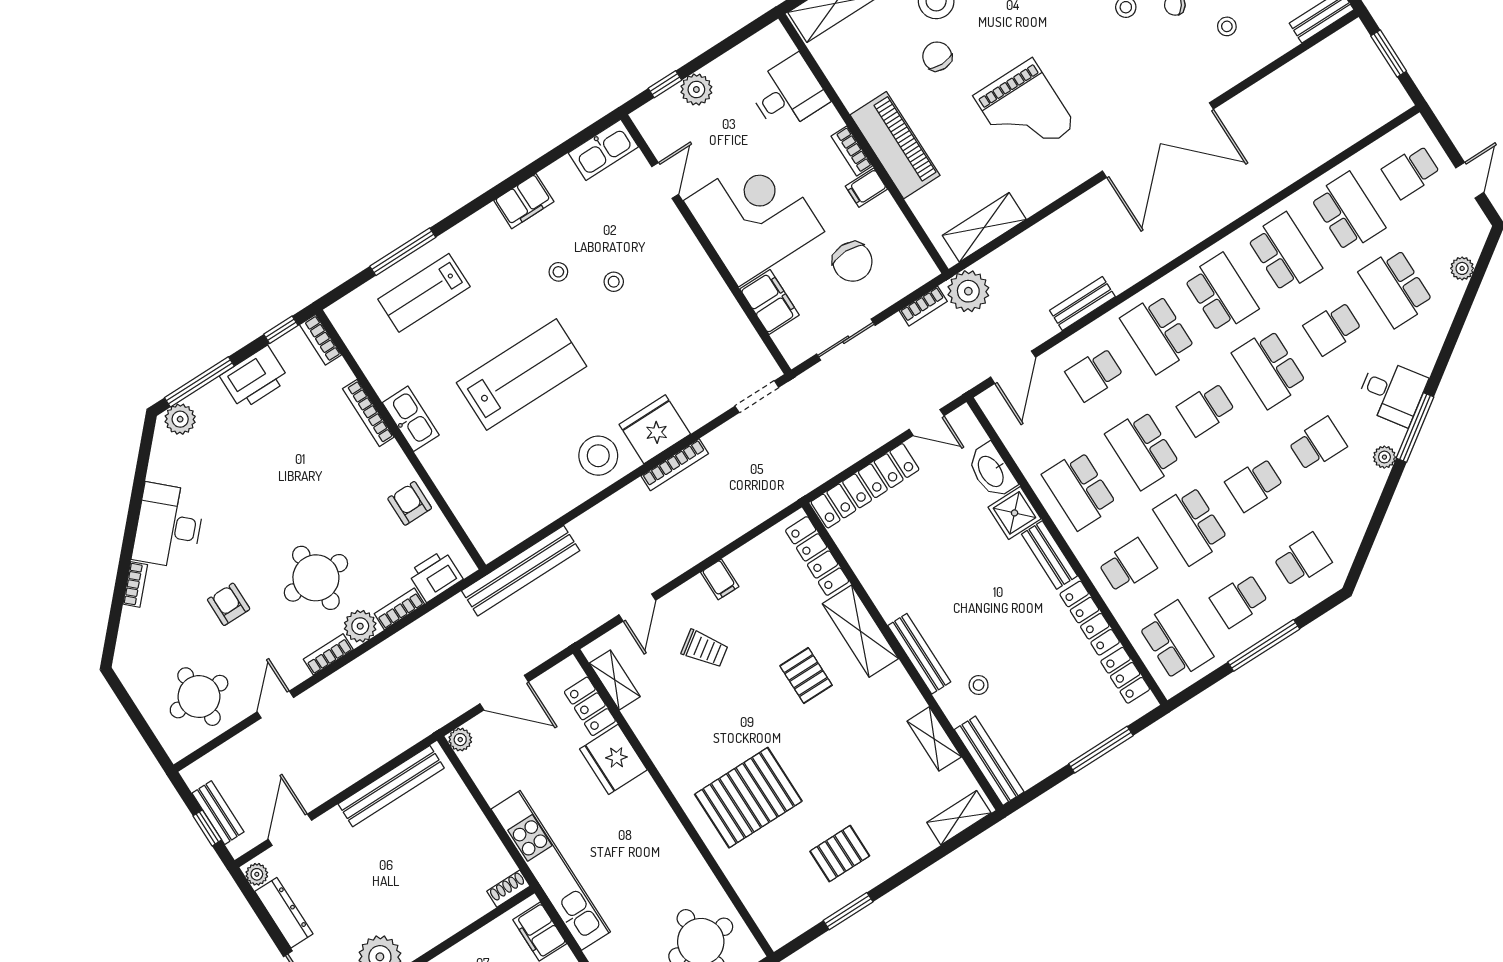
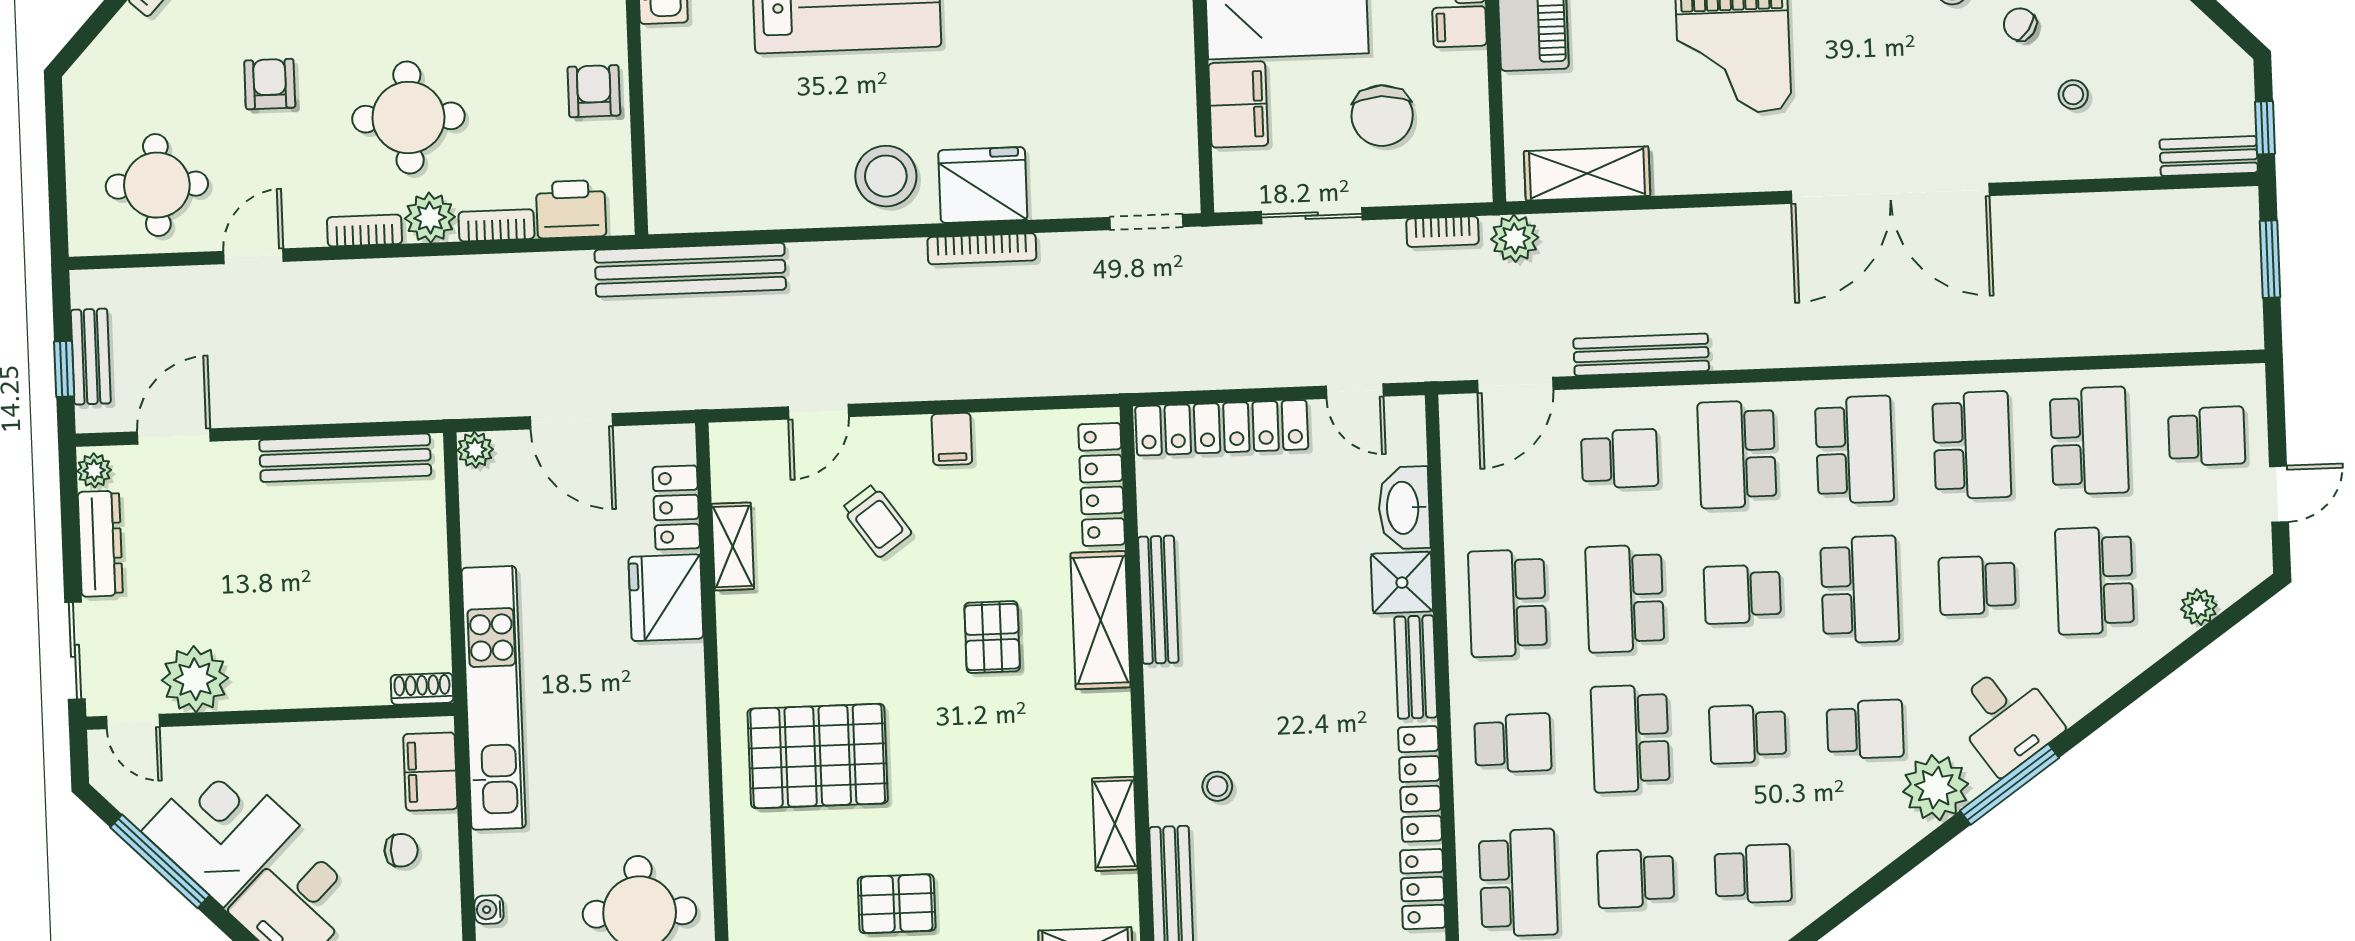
school desk: (1411, 172) -> (2207, 436), turned 180
plant: (968, 291) -> (1515, 238), width x0.73, depth x0.73
bench: (1082, 304) -> (1641, 355), width x1.36
school desk: (1269, 369) -> (1860, 590), turned 180
school desk: (1094, 374) -> (1620, 459), turned 180
plant: (1384, 457) -> (1936, 788), width x1.87, depth x1.87
bench: (919, 654) -> (1158, 600), moved
shelving: (615, 680) -> (733, 546), moved

